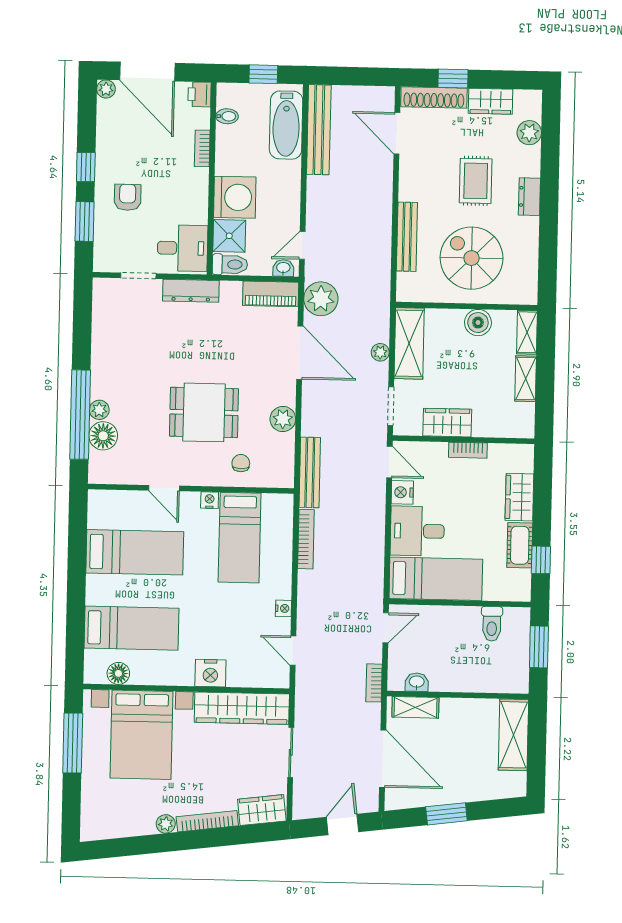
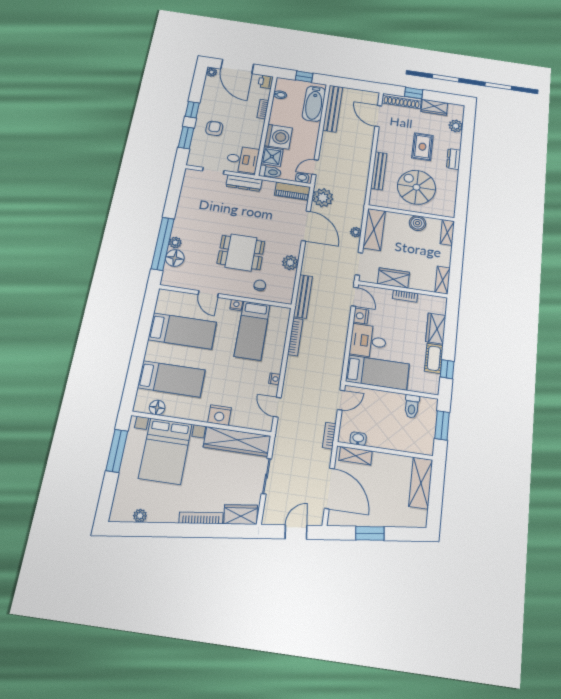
shelving: (526, 379) -> (443, 280), moved
plant: (166, 824) -> (140, 516), moved

